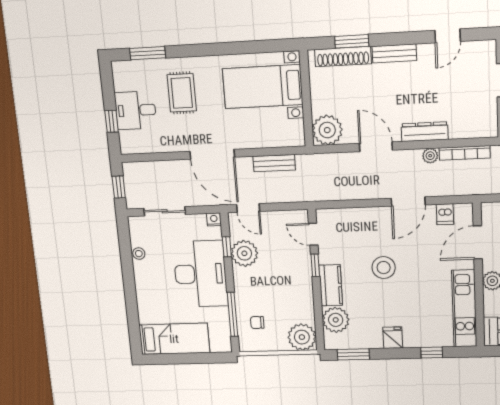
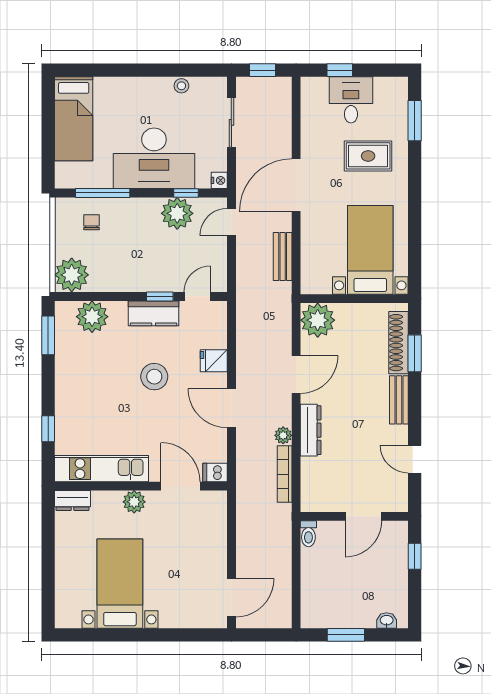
dishwasher: (445, 214) -> (215, 472), moved
kitchen counter: (331, 285) -> (154, 313), moved
fridge: (393, 338) -> (214, 361), moved, turned 180

